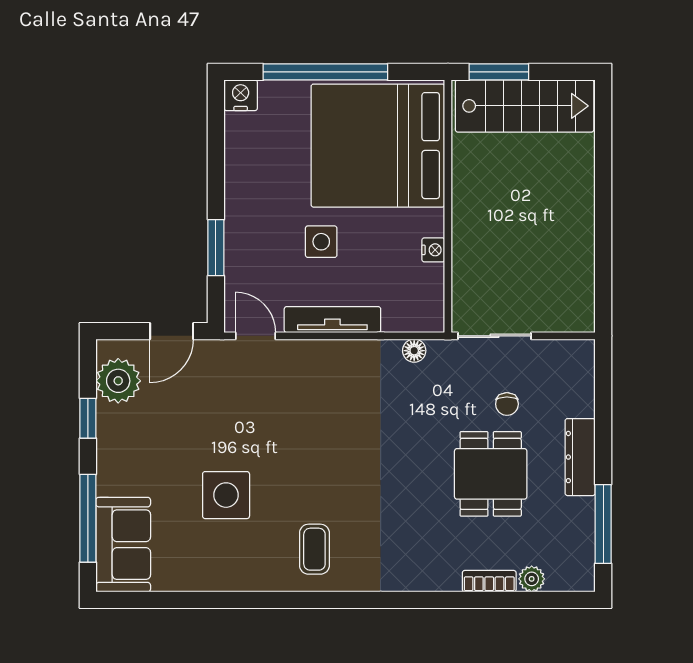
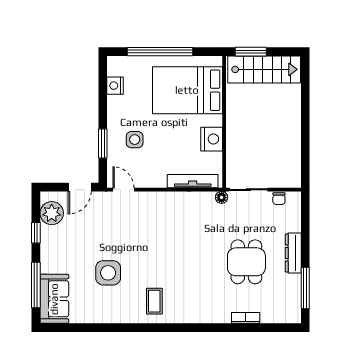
nightstand: (241, 95) -> (115, 86), moved, turned -90
bed: (378, 146) -> (187, 90), width x0.73
side table: (321, 242) -> (135, 140), moved
nightstand: (433, 250) -> (212, 139), width x1.89, depth x1.79
tv unit: (332, 320) -> (193, 181), moved
floor lamp: (414, 351) -> (222, 197), moved
chair: (507, 404) -> (279, 199), moved
plant: (532, 579) -> (268, 317), removed

